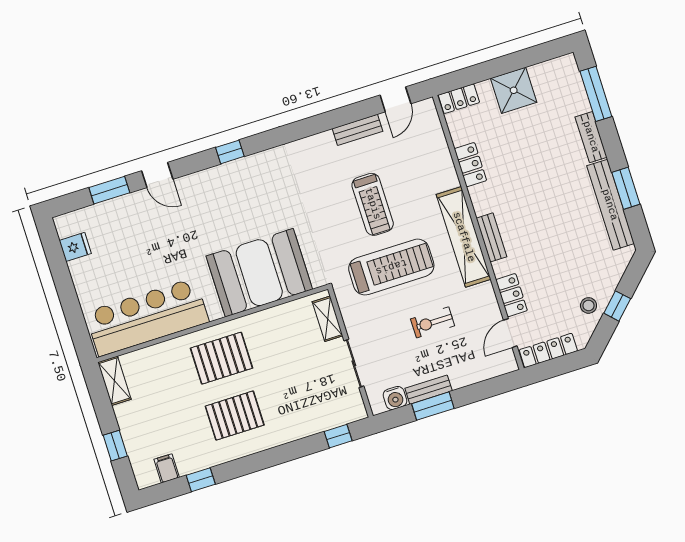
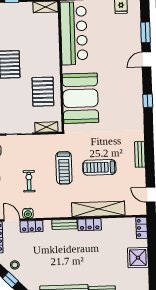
bench: (358, 130) -> (140, 154), moved
locker: (470, 165) -> (90, 225), moved
shelving: (464, 237) -> (98, 209), moved
treadmill: (391, 267) -> (64, 168), width x0.73, depth x0.73
water cooler: (490, 308) -> (28, 213), added
pallet: (221, 358) -> (43, 92), moved

